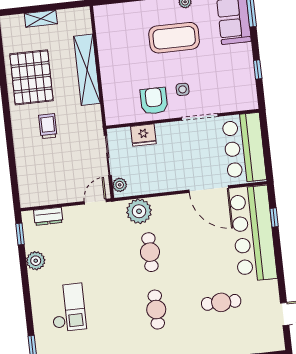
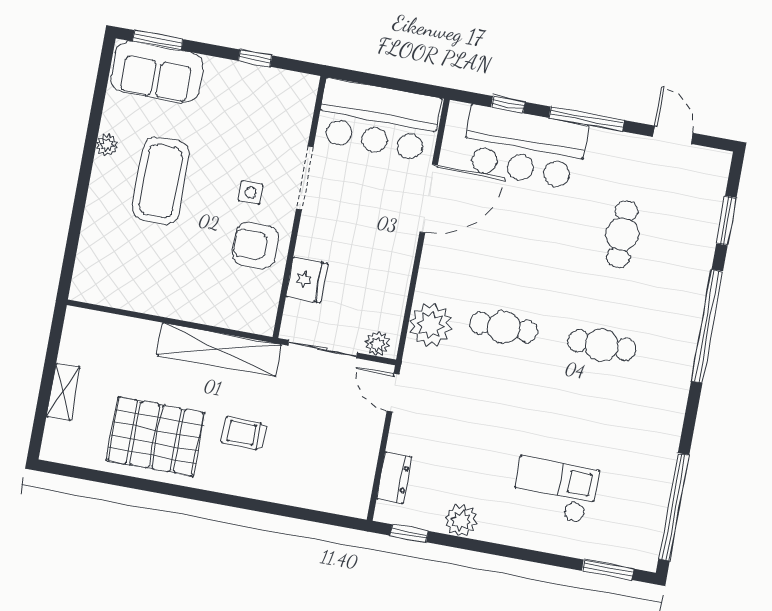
shelving: (87, 70) -> (219, 350), moved
bar counter: (253, 234) -> (524, 147), width x0.73
window: (279, 263) -> (587, 119), added

